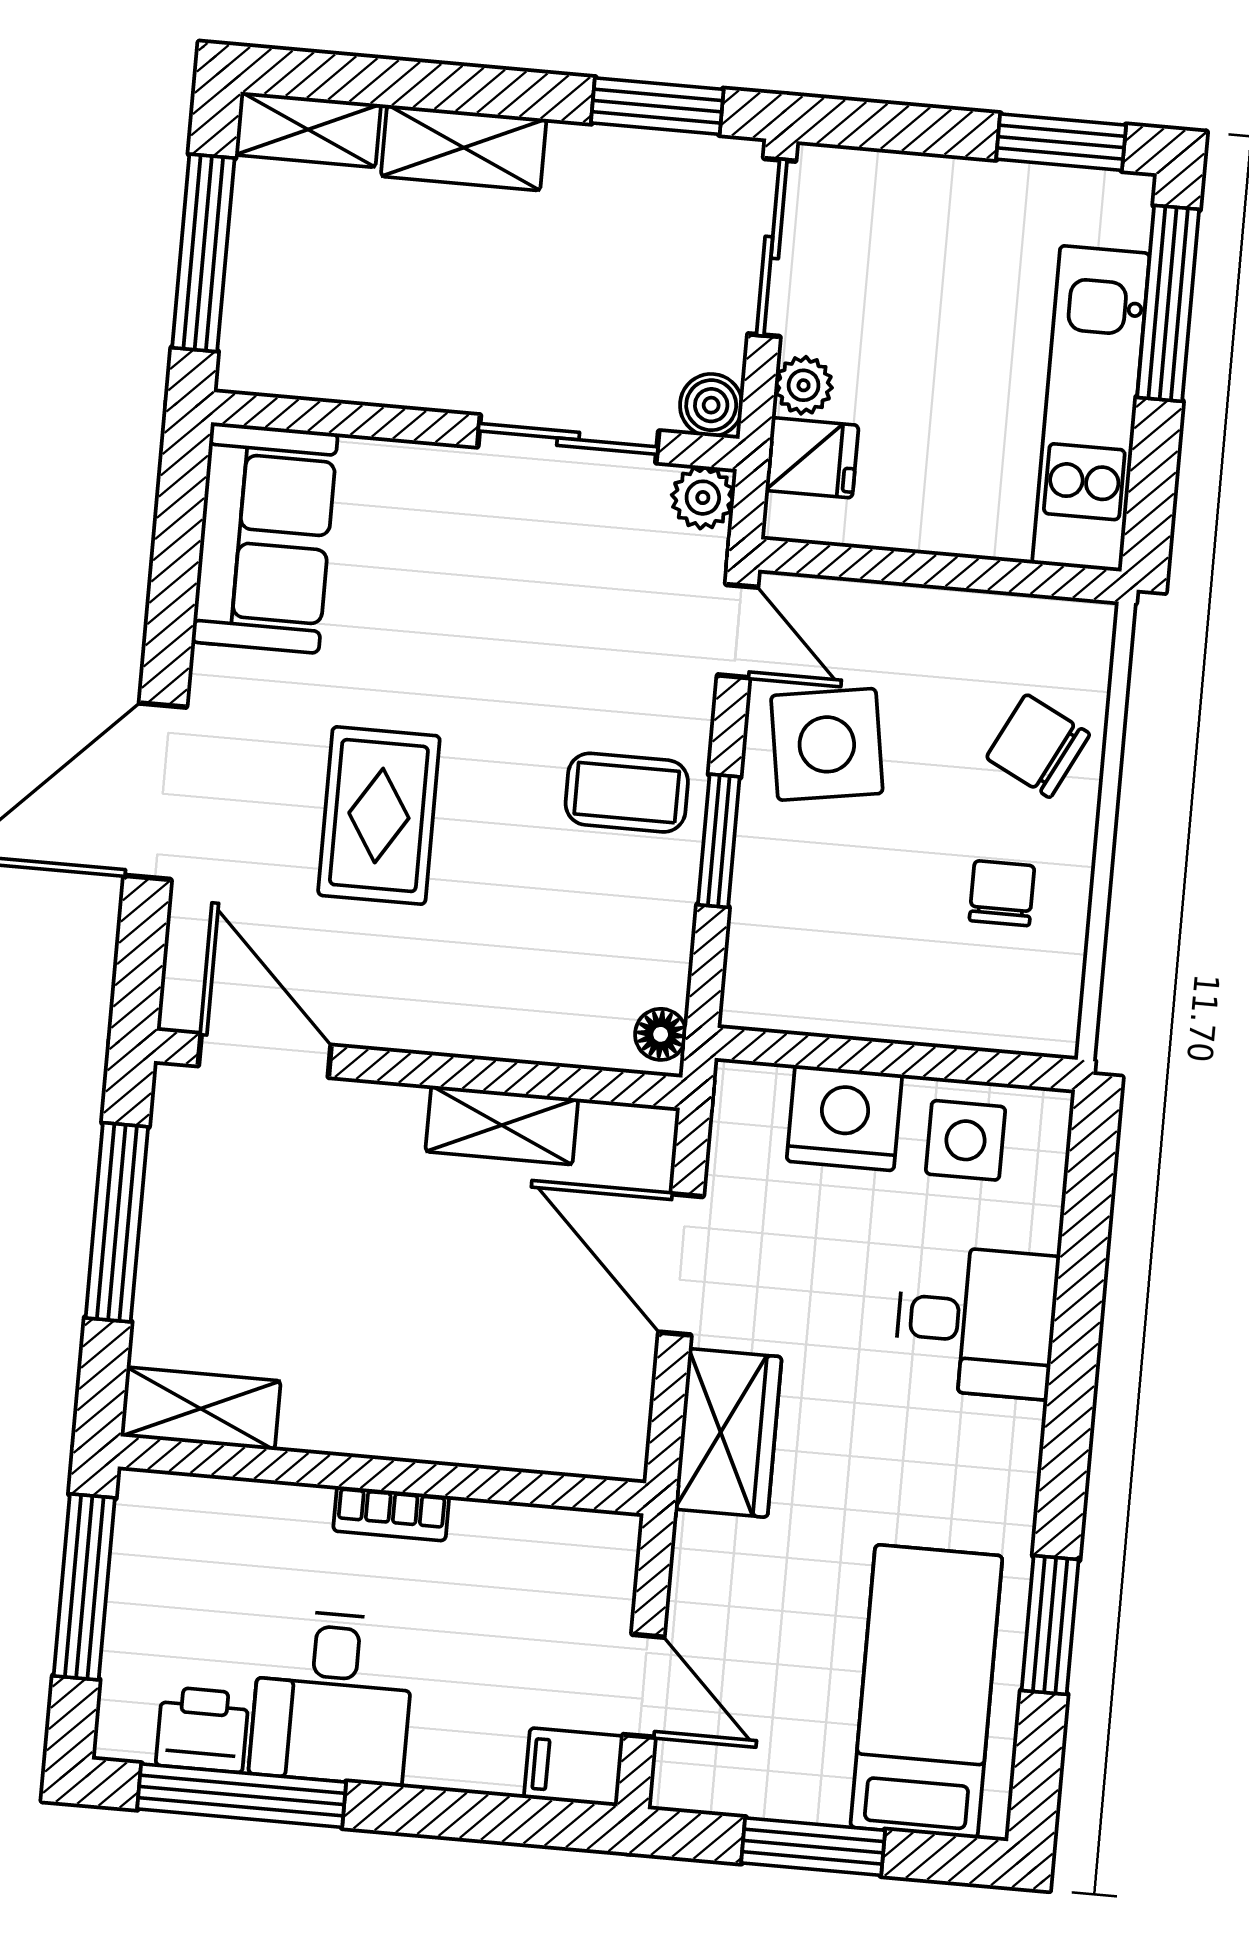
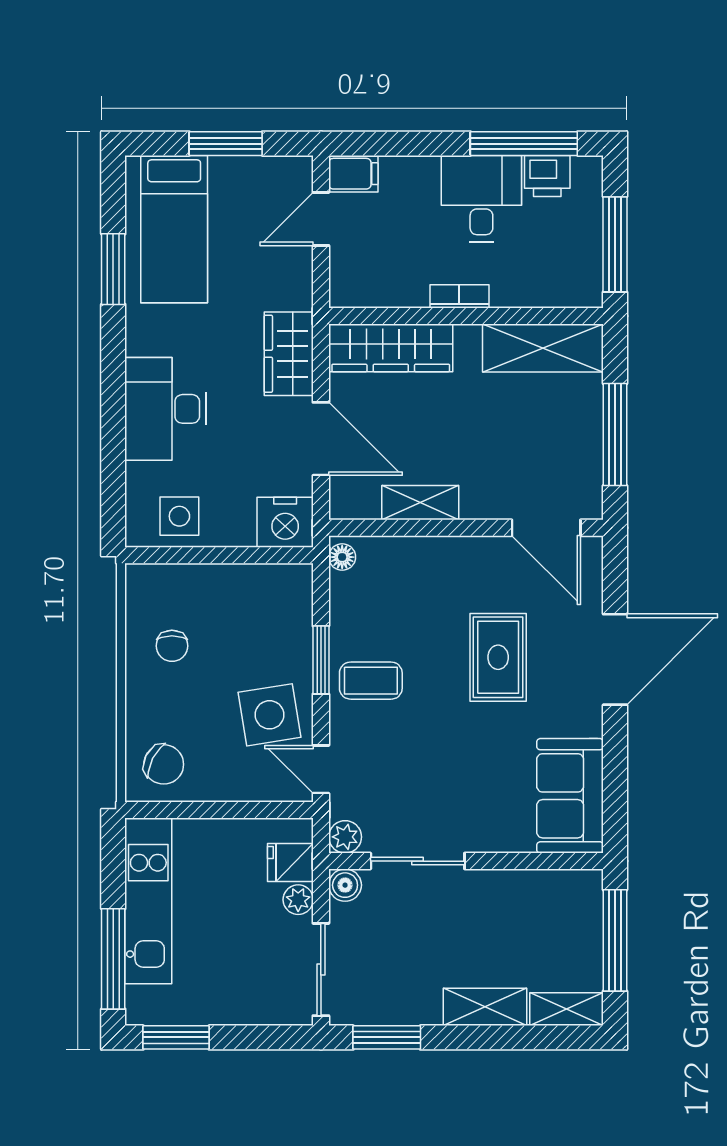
chair: (1038, 746) -> (164, 764), moved
nightstand: (844, 1118) -> (285, 522), moved
desk: (976, 1322) -> (165, 409), width x1.37
shelving: (201, 1409) -> (543, 348), width x1.50, depth x1.33
wardrobe: (532, 1427) -> (391, 348), added
door: (643, 1686) -> (321, 219), hinge flipped

